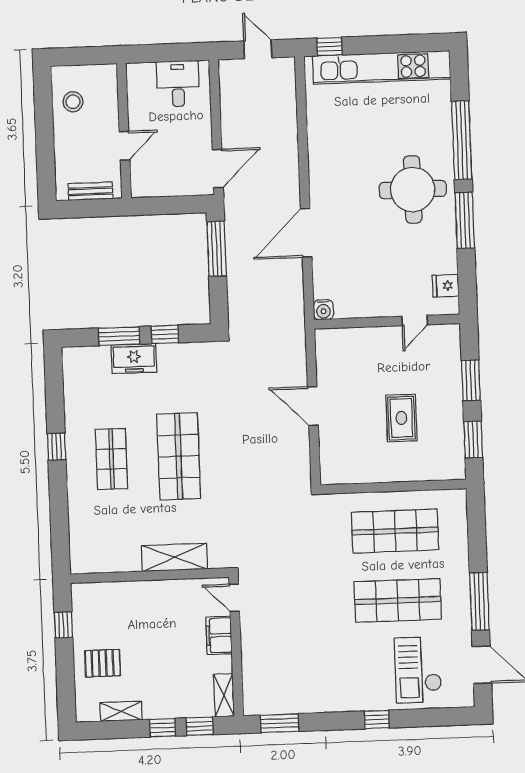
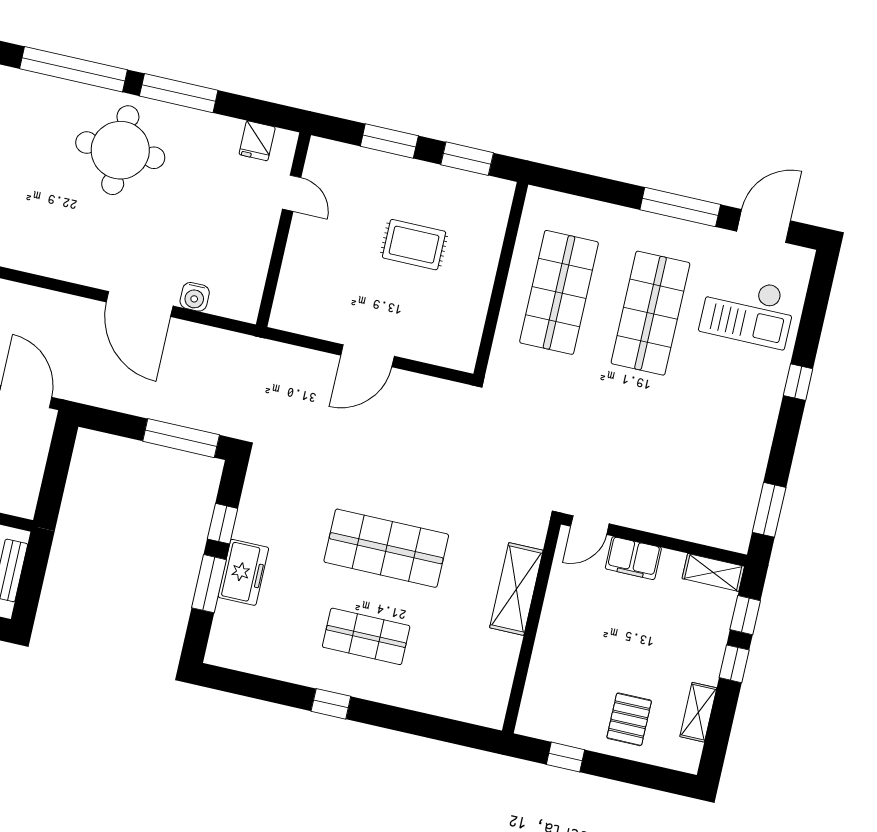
window: (217, 249) -> (181, 438), moved
water cooler: (323, 310) -> (195, 297), moved, turned 90

